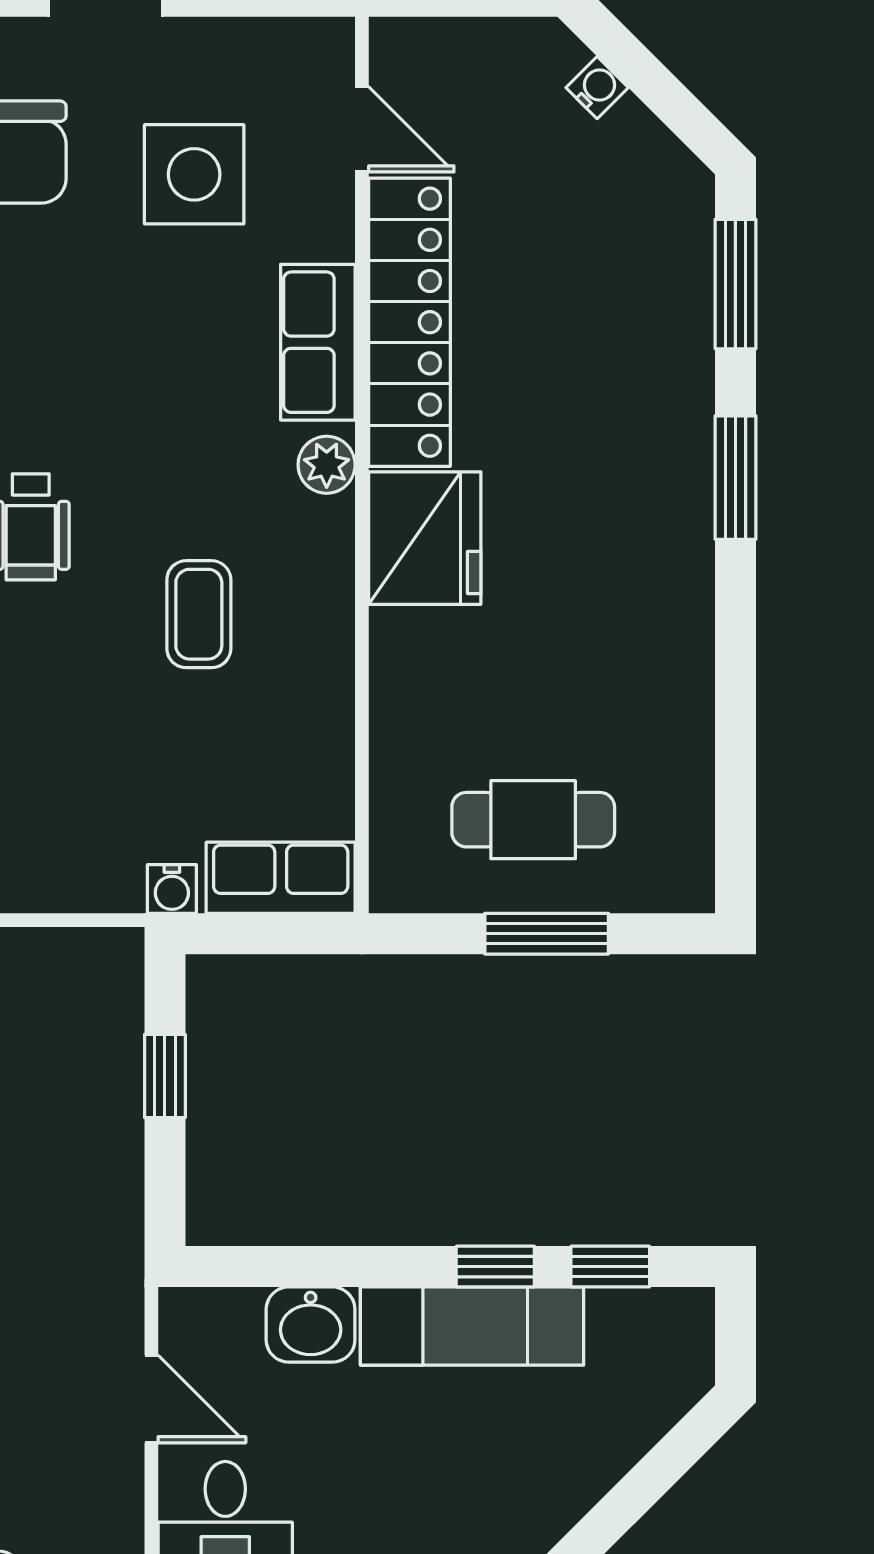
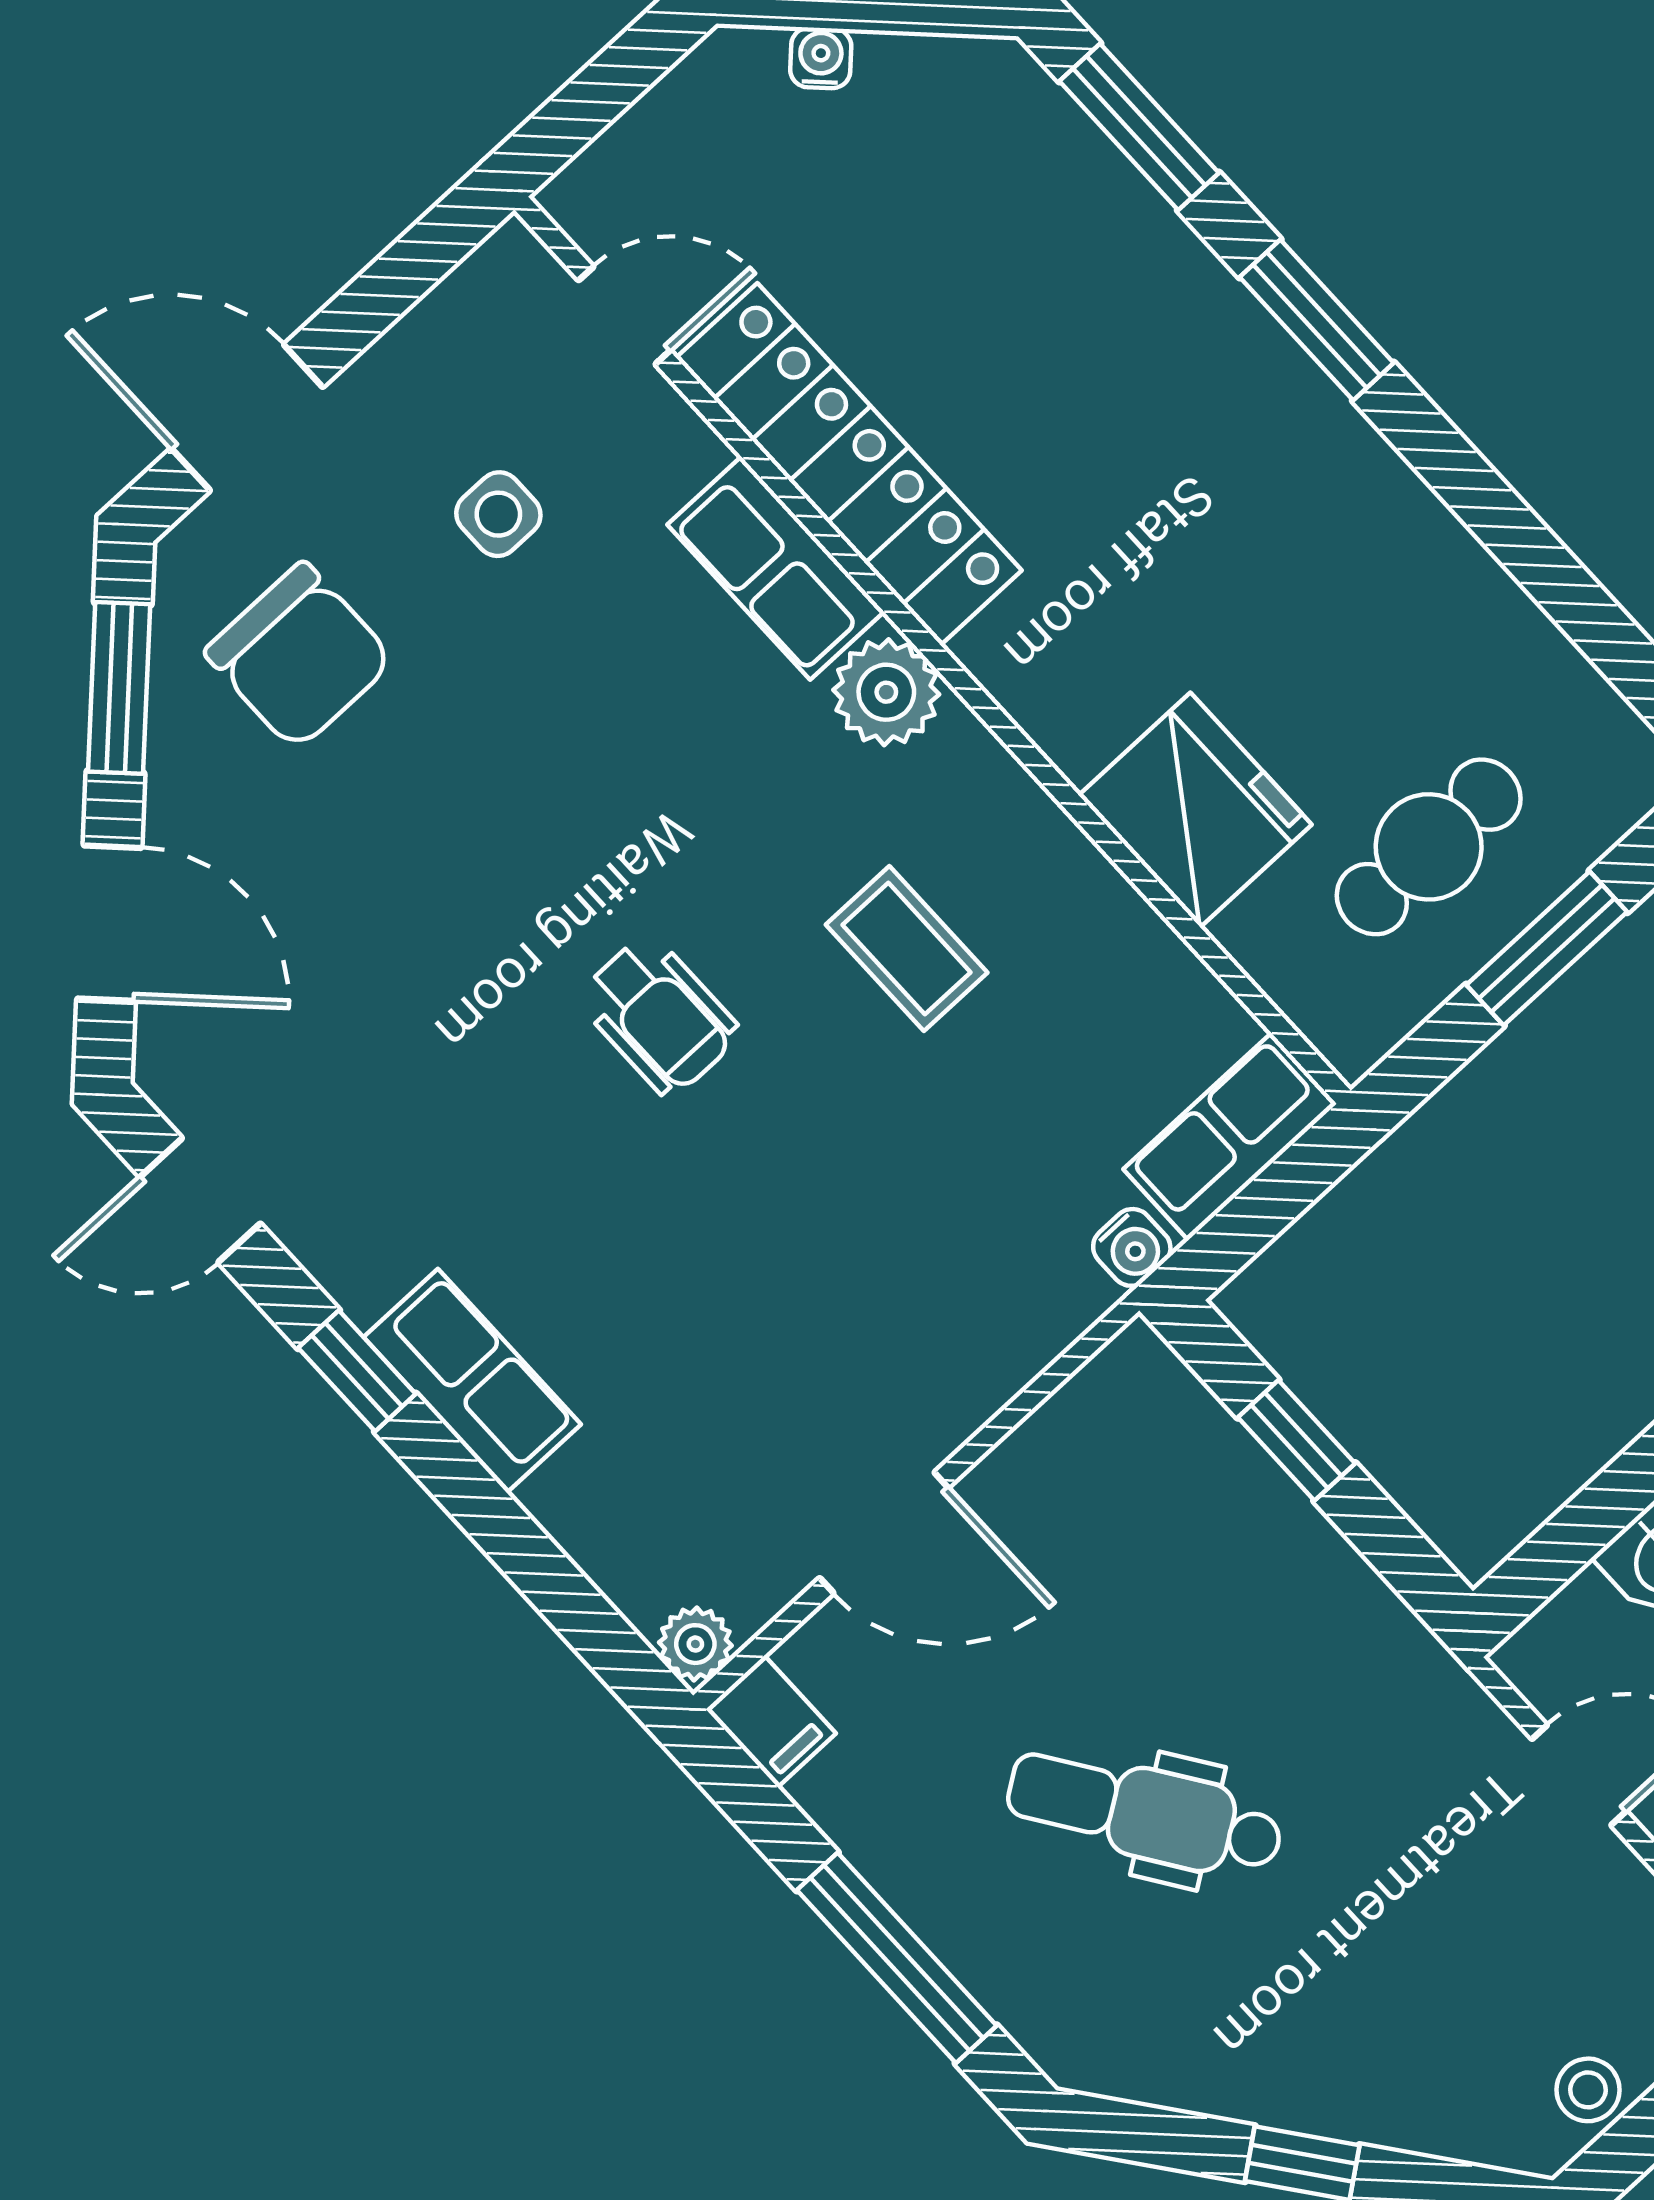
side table: (194, 174) -> (498, 514), width x0.54, depth x0.54
plant: (327, 465) -> (886, 692), width x1.38, depth x1.38
fridge: (425, 538) -> (1195, 810), moved

